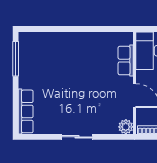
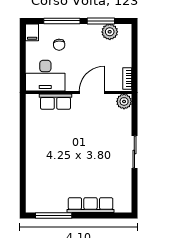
row of seats: (26, 111) -> (91, 205), moved

